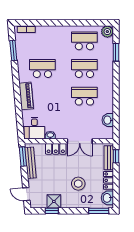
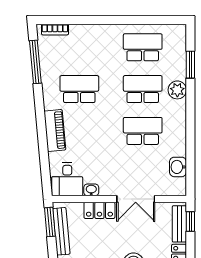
plant: (107, 32) -> (177, 90), moved
window: (13, 50) -> (35, 62), width x1.44

